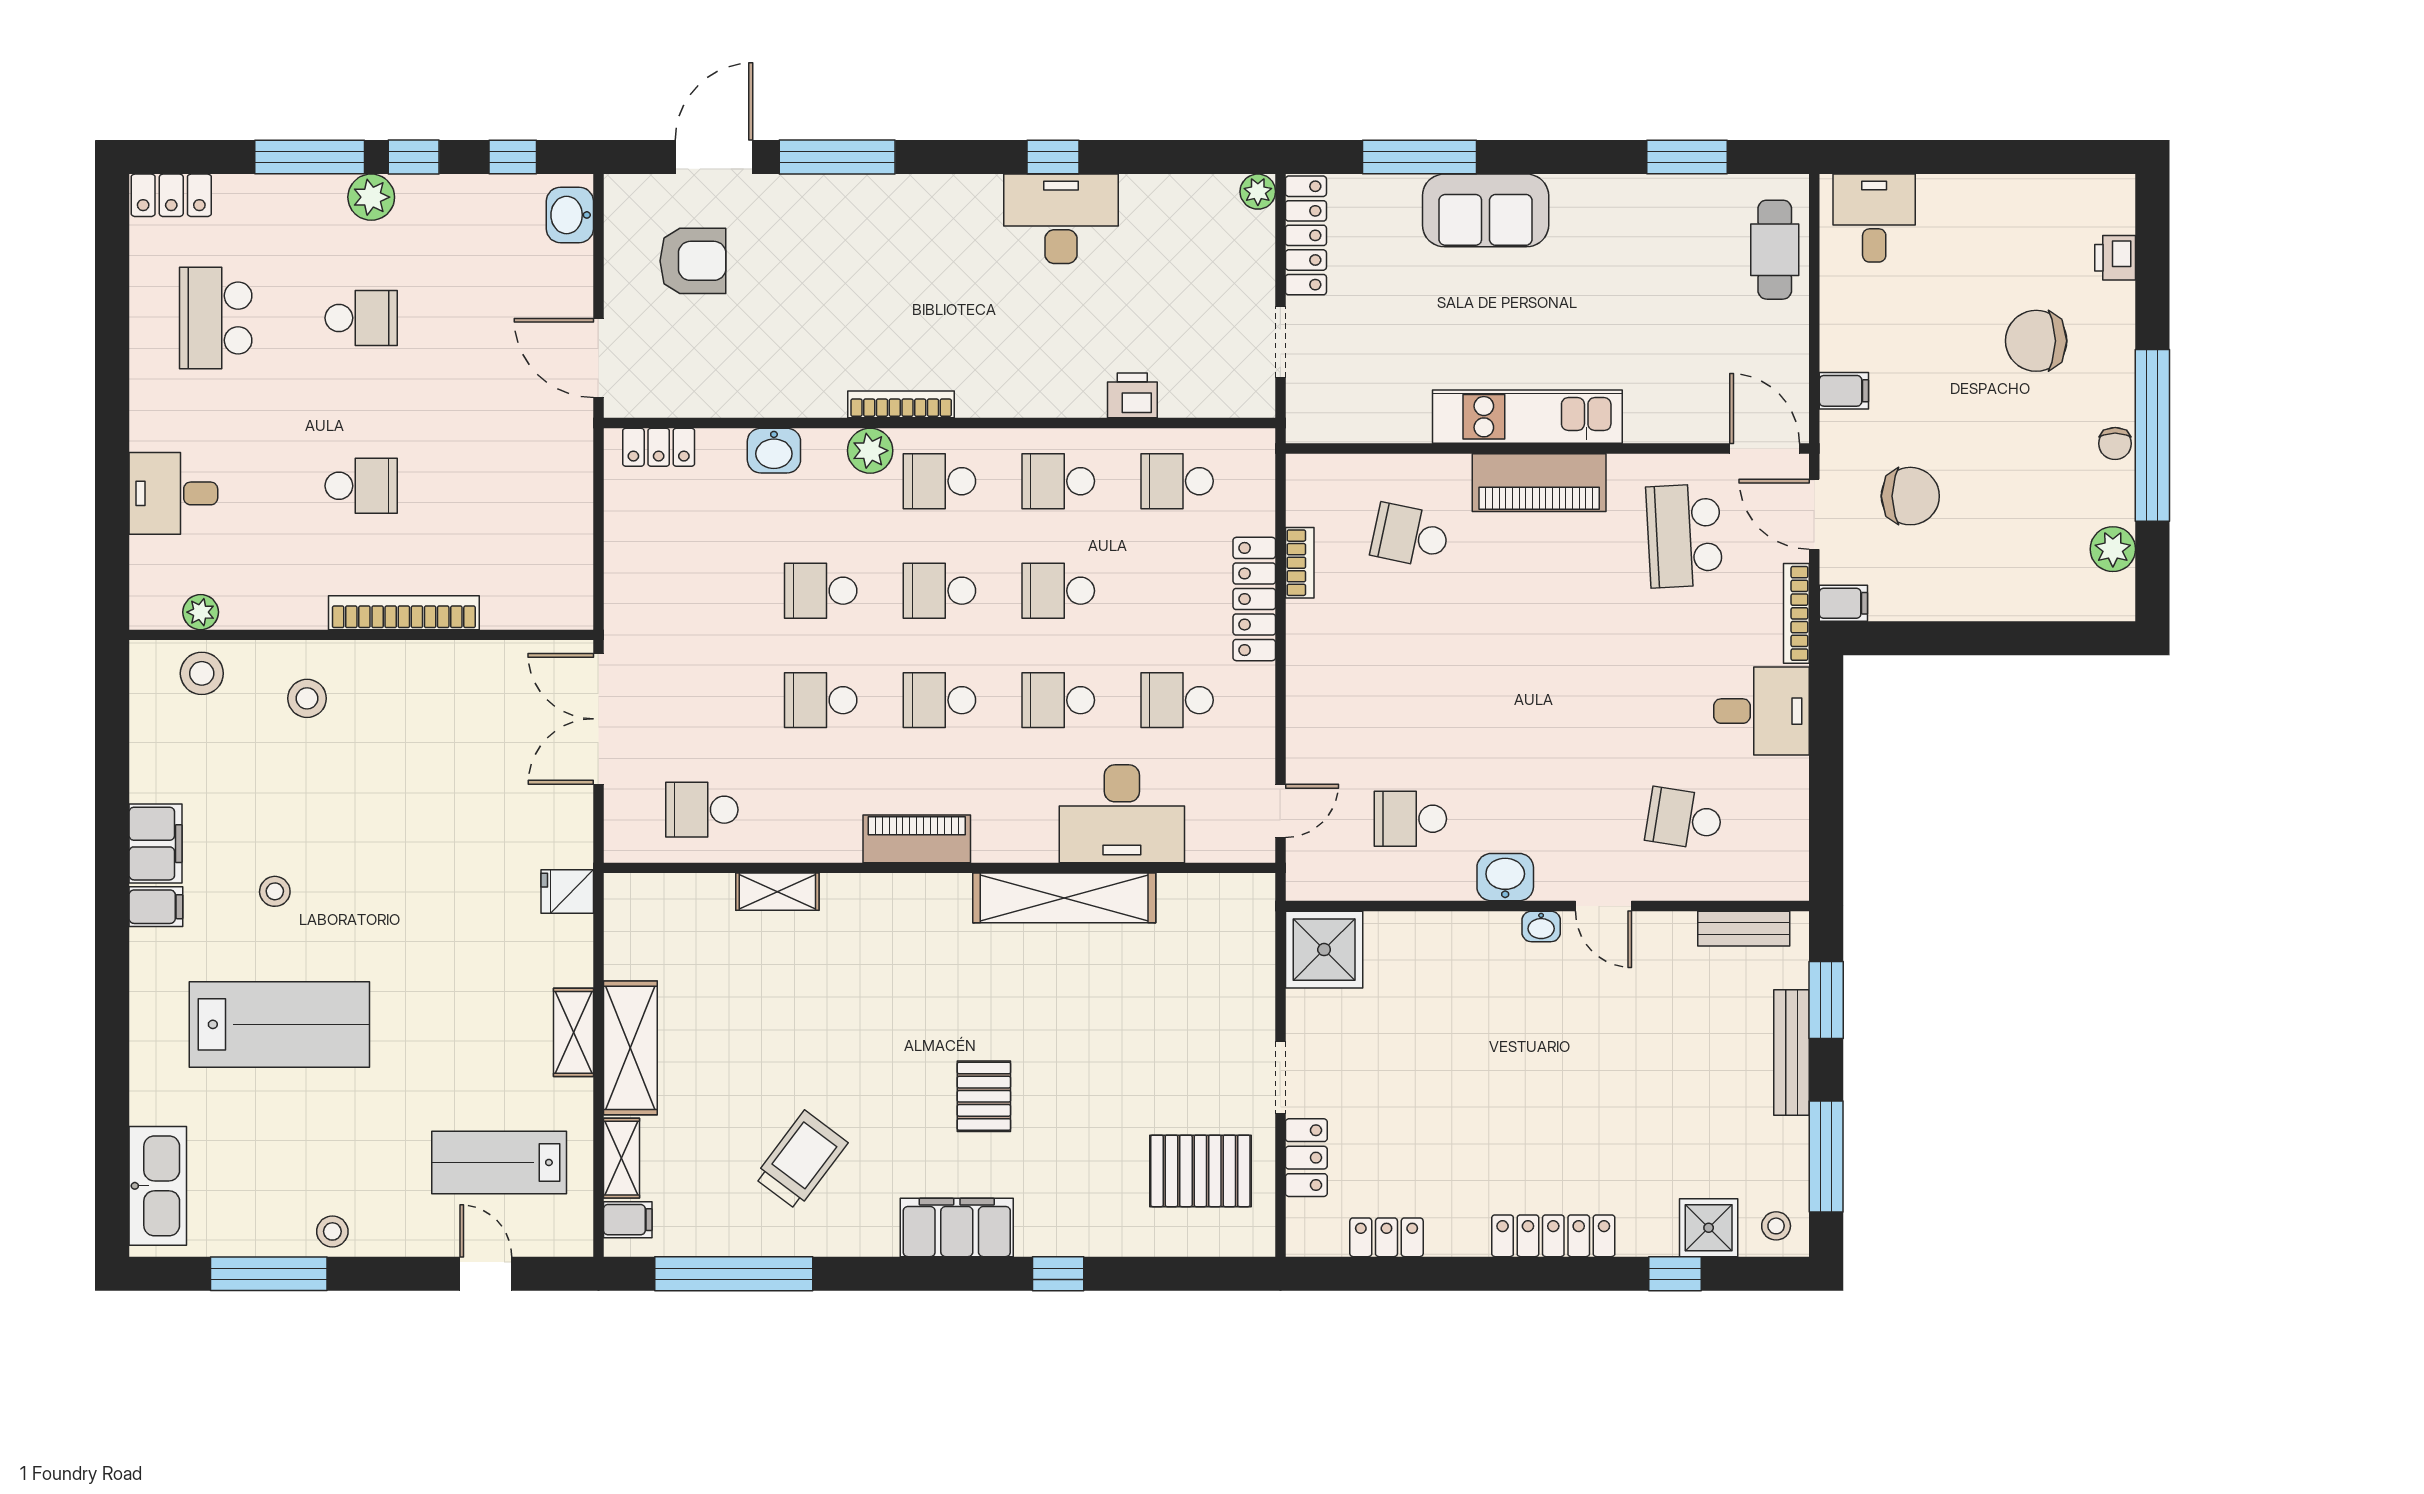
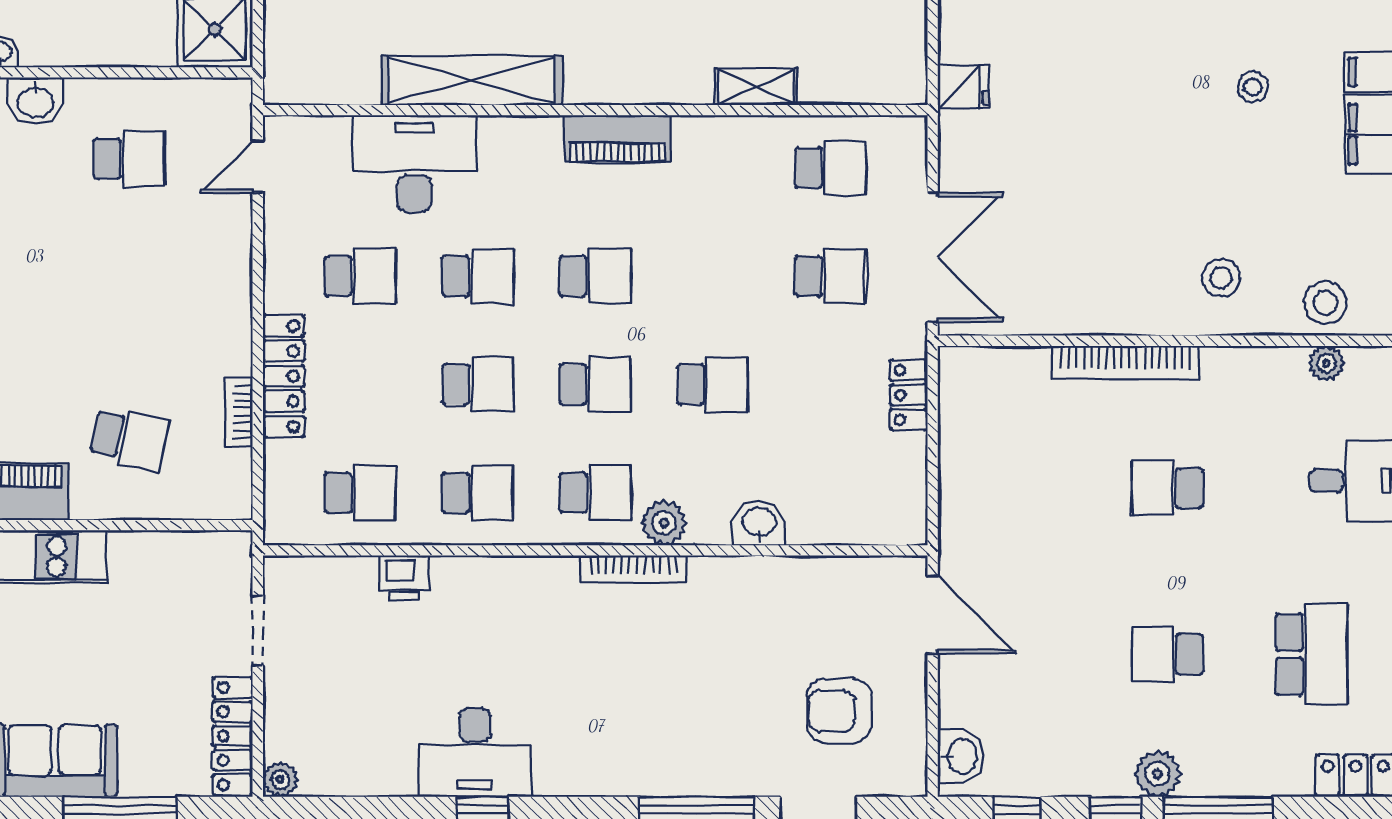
locker: (659, 447) -> (909, 395), moved, turned -90
school desk: (821, 700) -> (830, 276), moved

